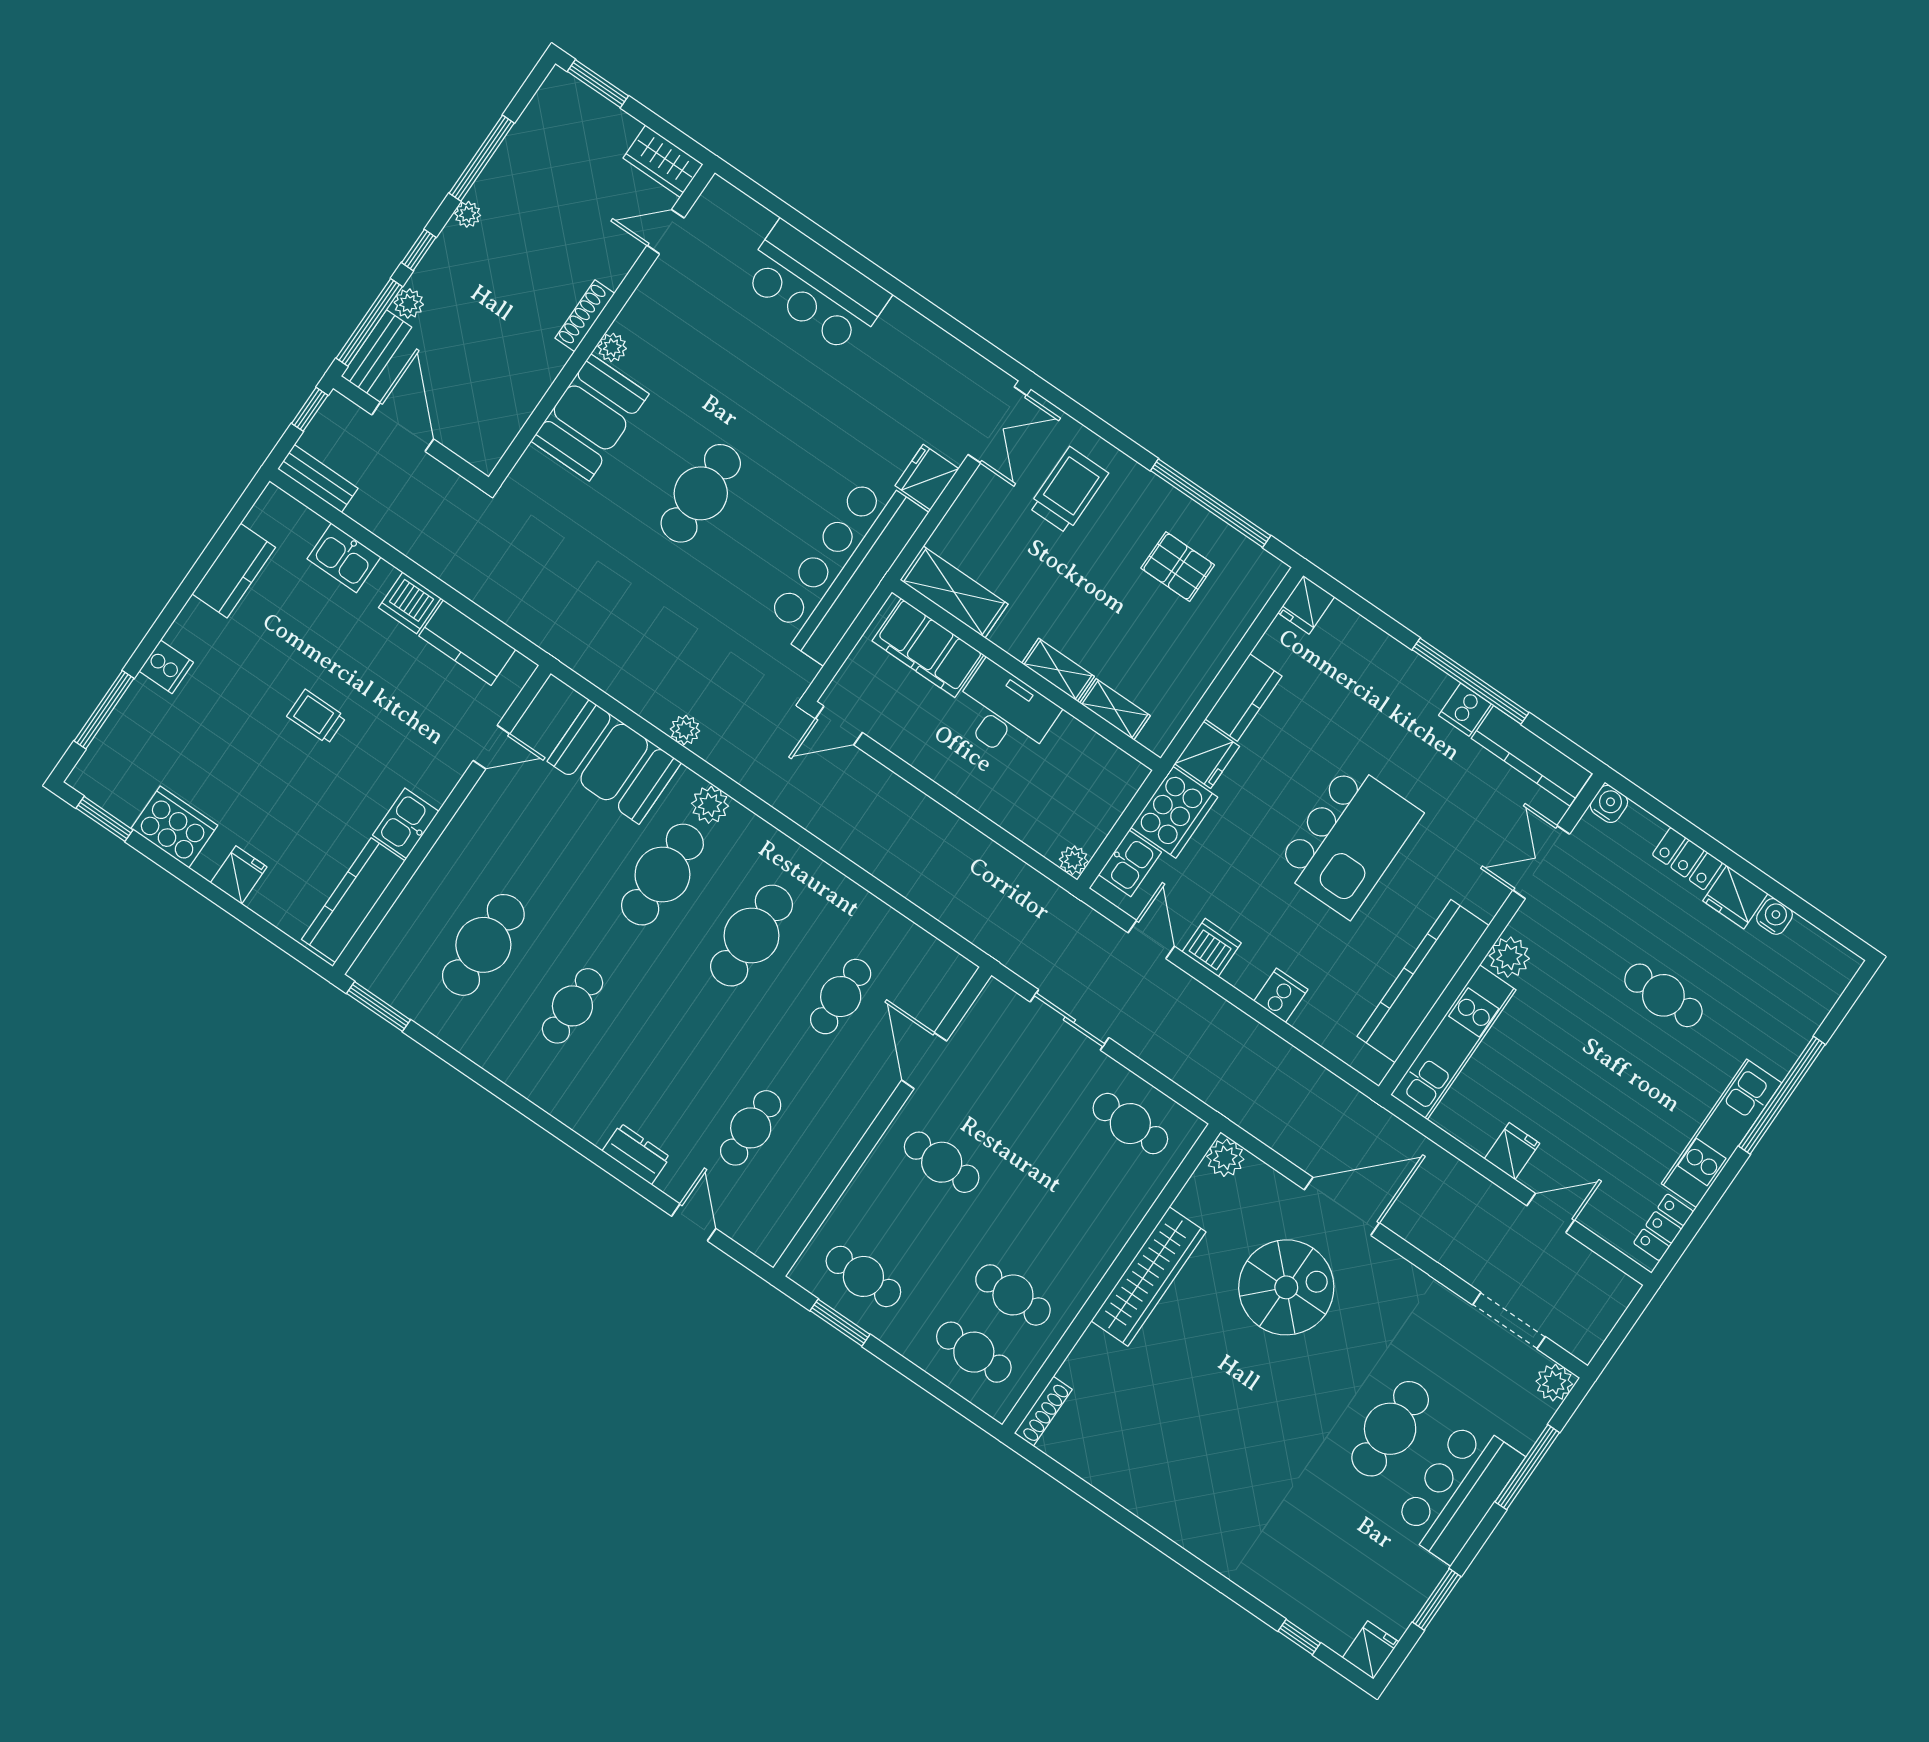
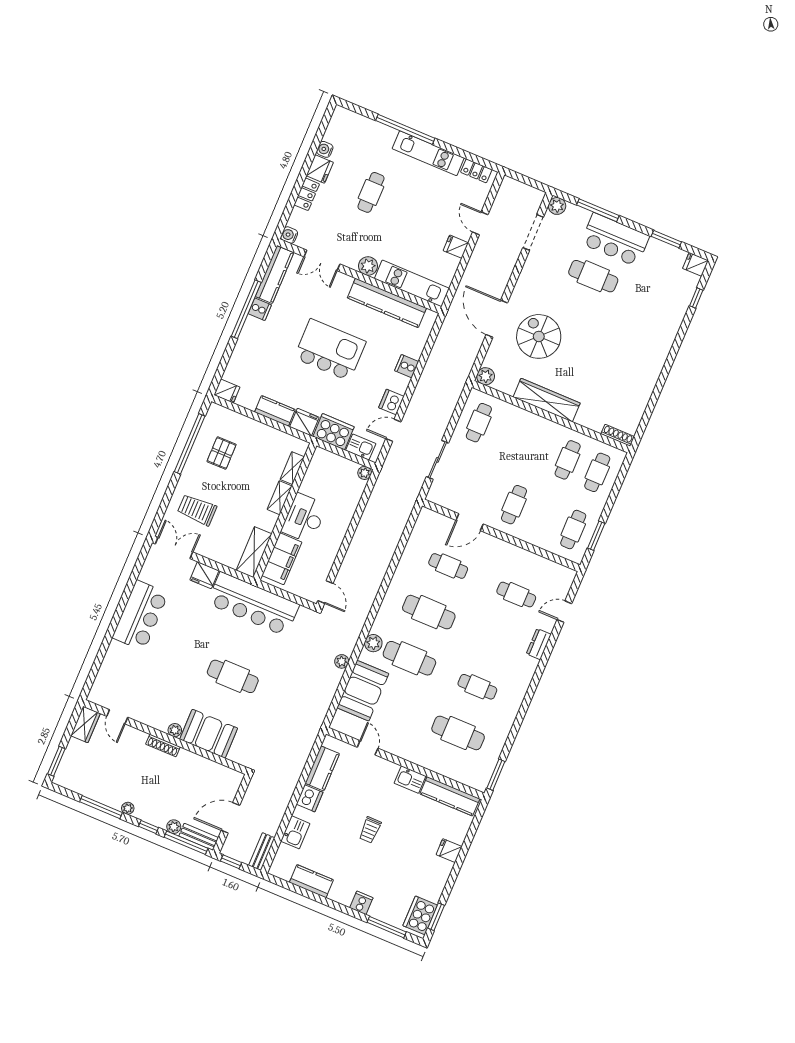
bar counter: (815, 287) -> (140, 615), moved
cooker: (174, 827) -> (420, 915), moved

